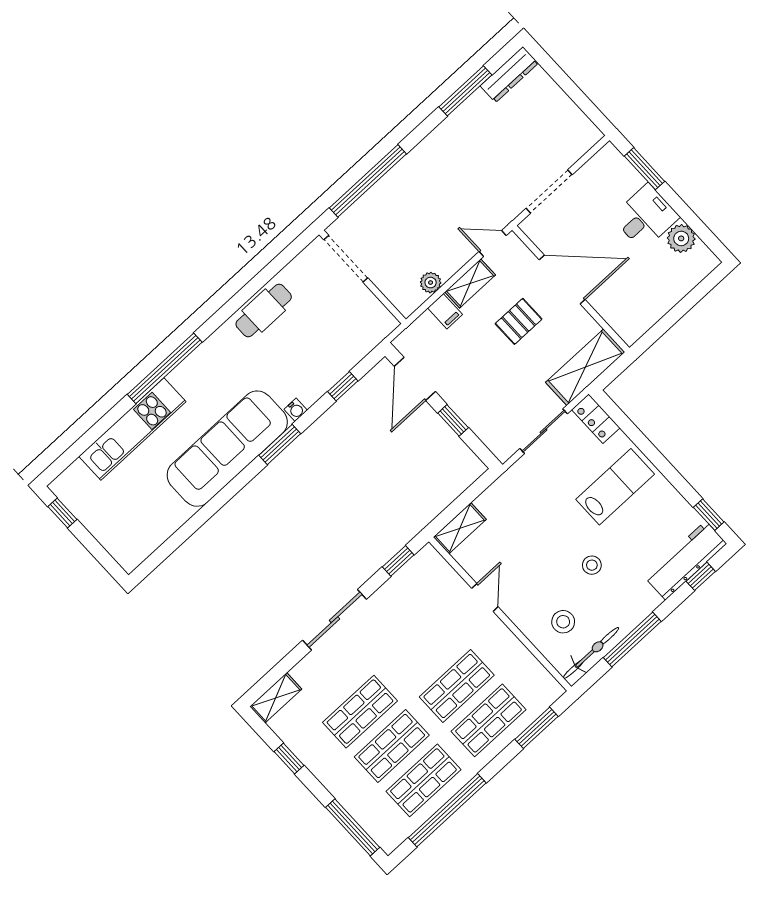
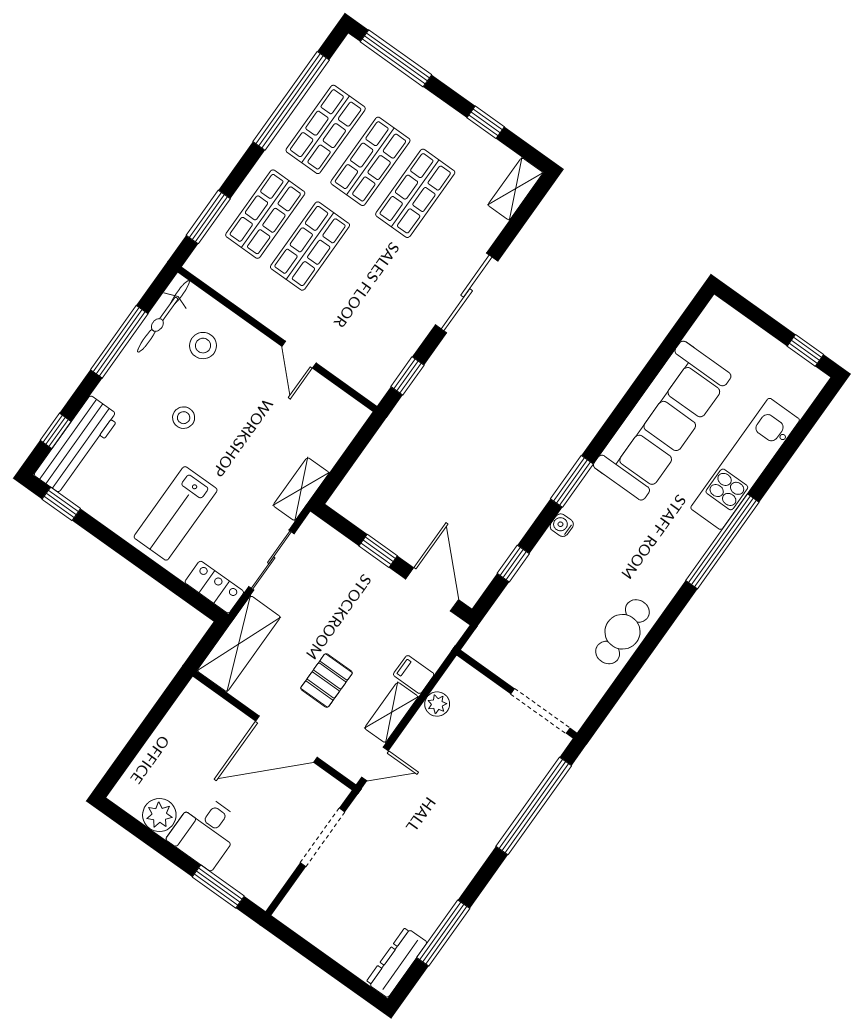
sofa: (227, 449) -> (662, 421), moved
shelving: (460, 528) -> (301, 489), moved

